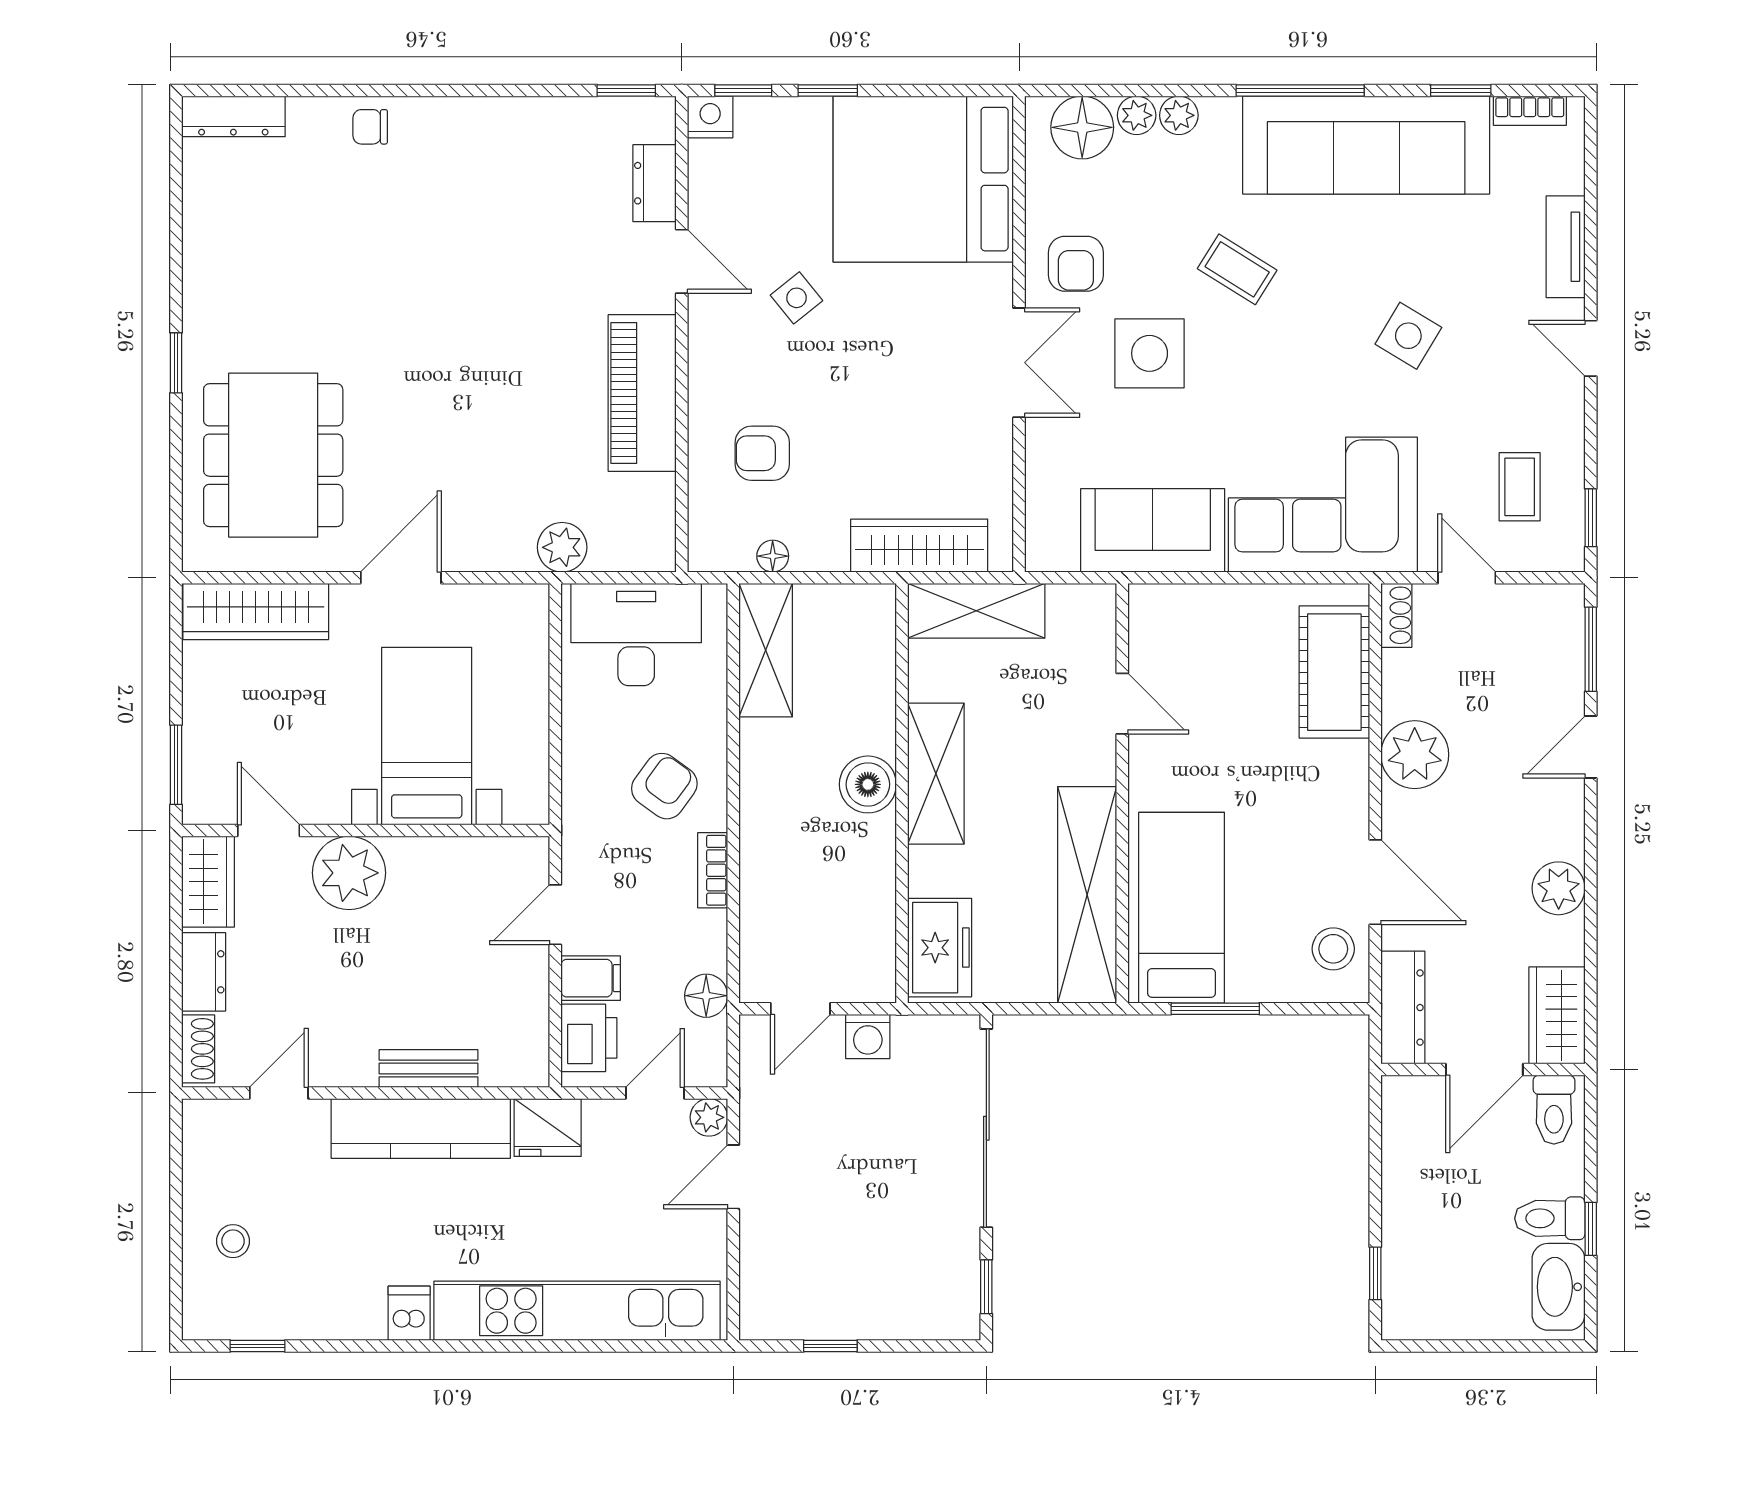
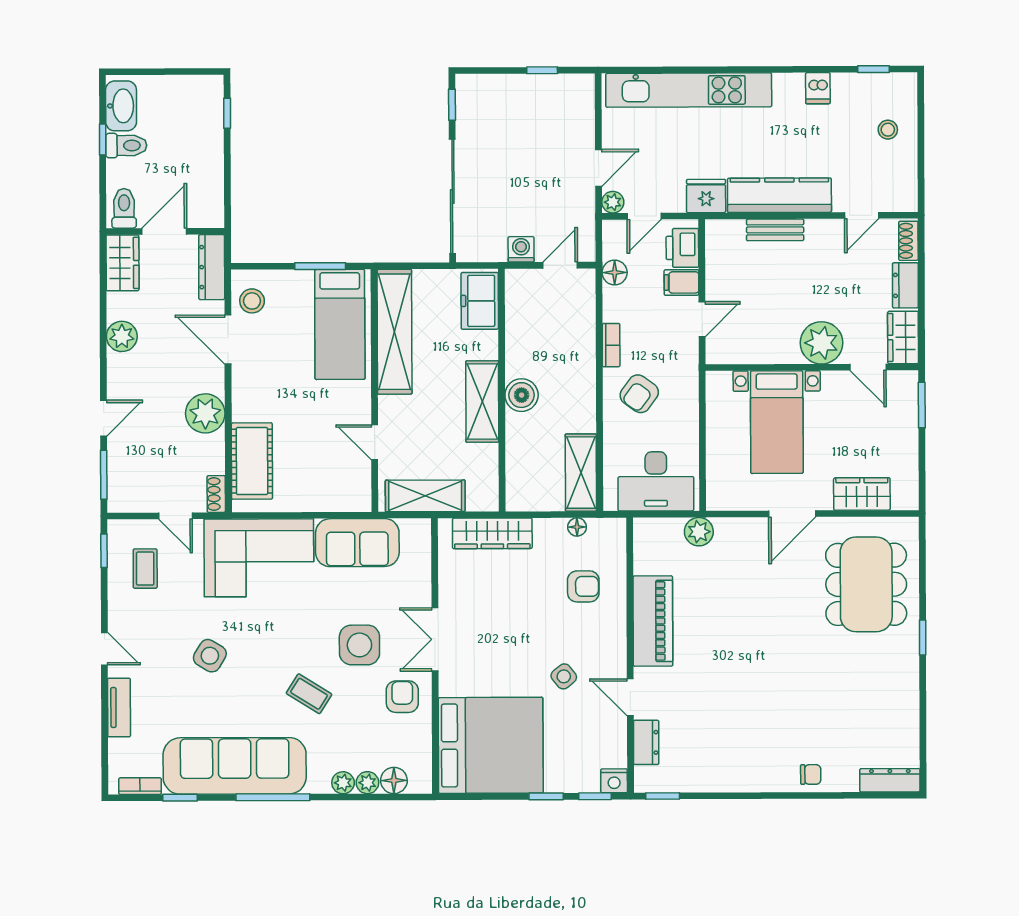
floor lamp: (1082, 127) -> (394, 780), width x0.73, depth x0.73
wardrobe: (256, 611) -> (862, 494), width x0.67
shelving: (976, 611) -> (425, 496), moved
dishwasher: (409, 1313) -> (818, 88), moved

